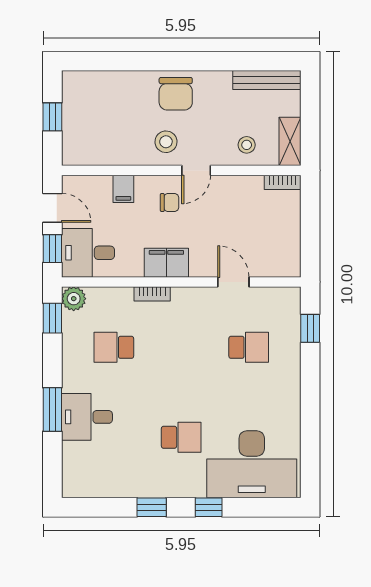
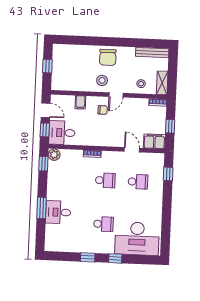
window: (310, 230) -> (170, 126), added
filing cabinet: (166, 263) -> (154, 141), moved
school desk: (114, 347) -> (105, 180), moved, turned 180

